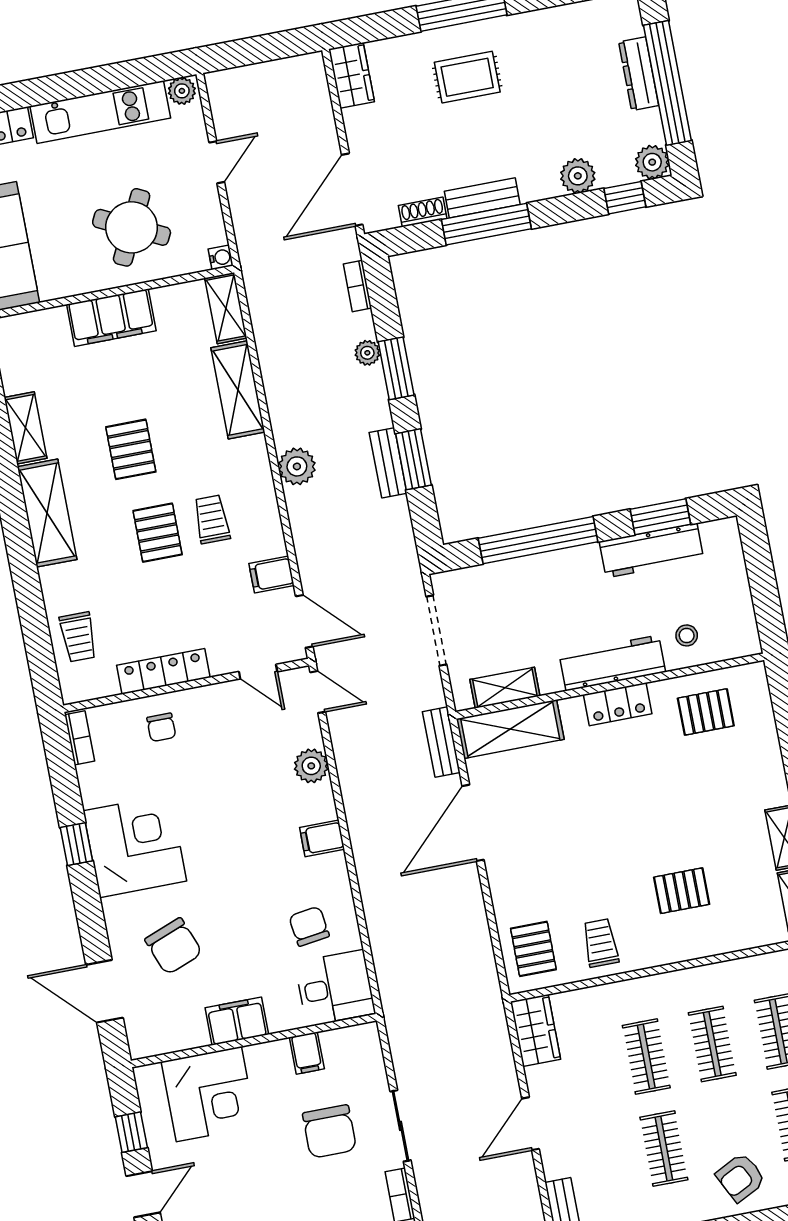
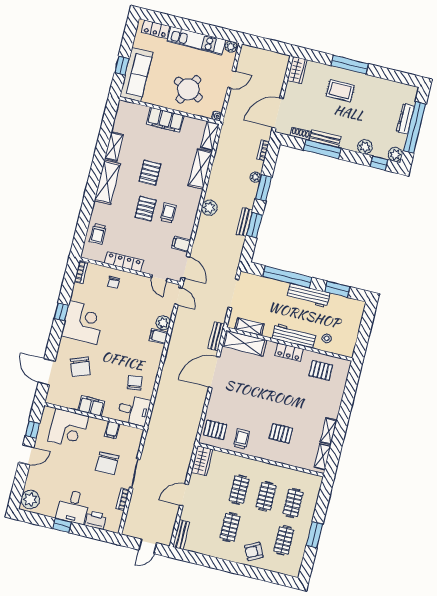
workbench: (651, 550) -> (308, 295), moved
filing cabinet: (322, 838) -> (159, 336), moved
pallet: (533, 949) -> (215, 430), turned 90

